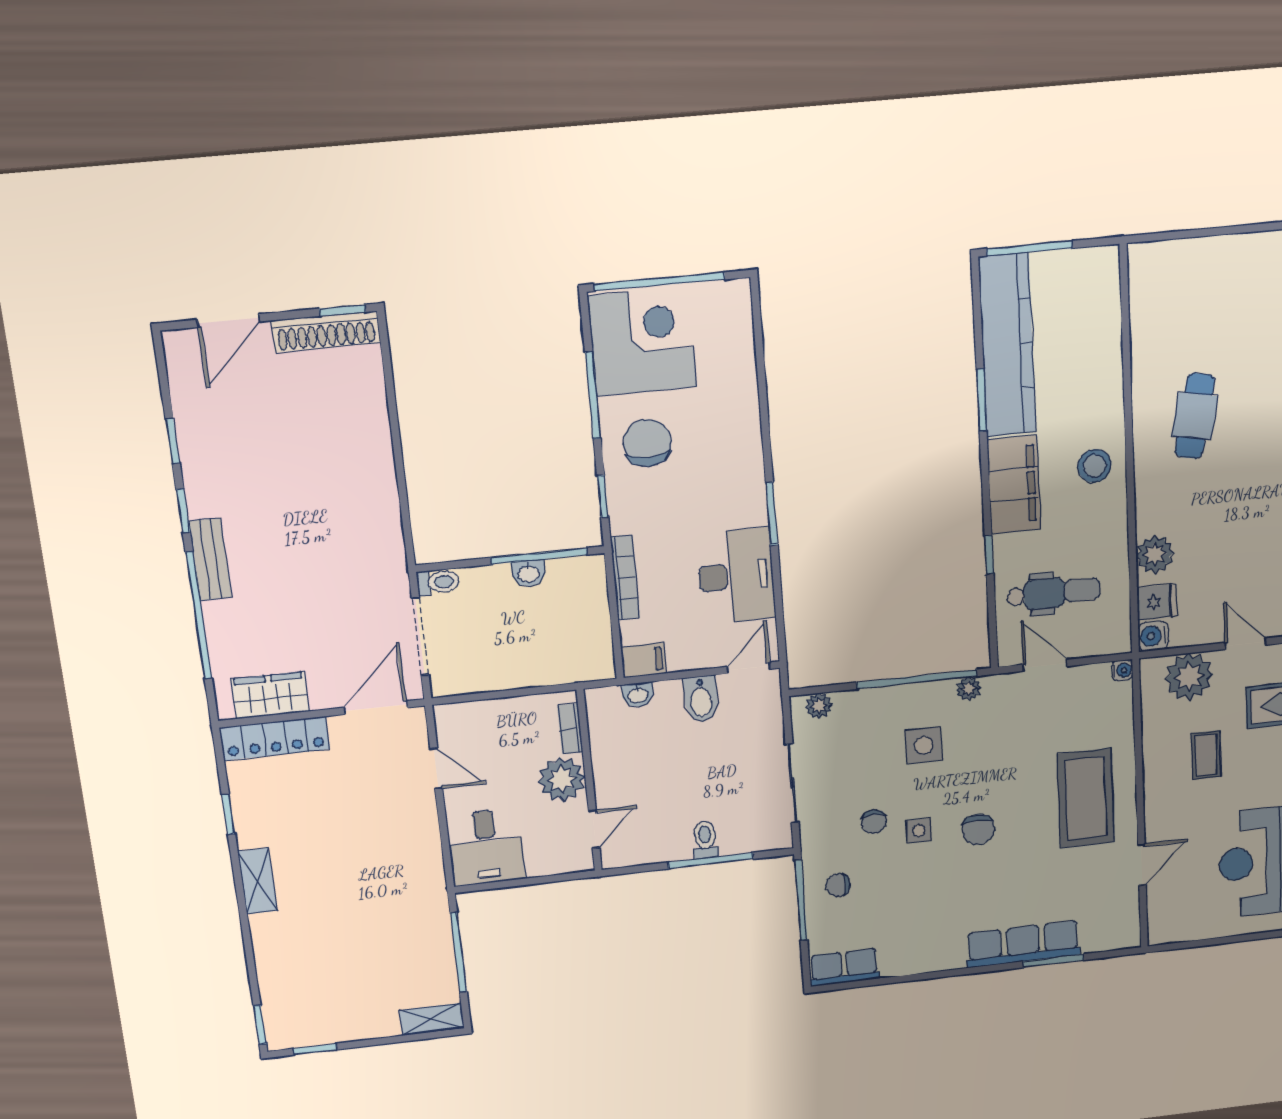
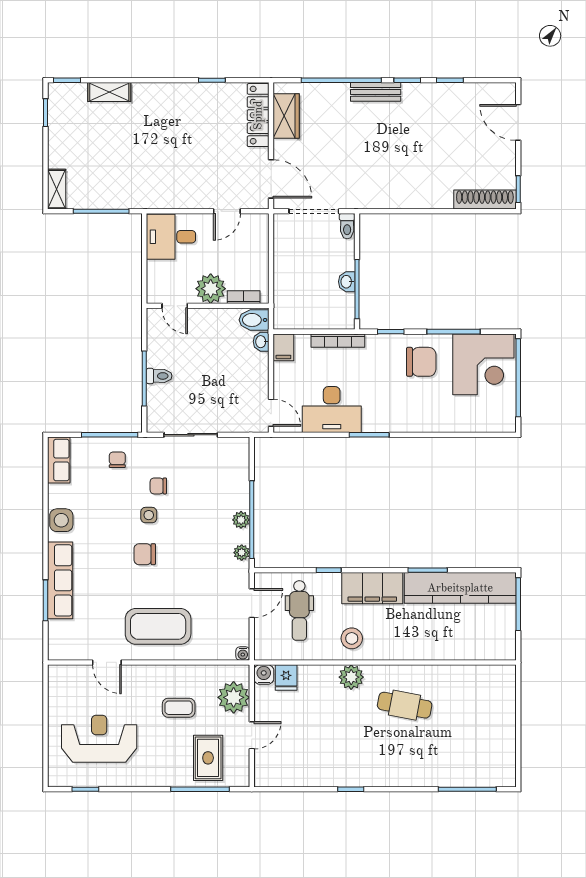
shoe rack: (326, 332) -> (485, 200), moved, turned 90
stool: (1095, 466) -> (352, 638), moved
plant: (1155, 554) -> (351, 677), moved
bidet: (701, 699) -> (254, 320), moved
plant: (819, 706) -> (241, 520), moved
side table: (924, 745) -> (61, 520), moved
shelving: (258, 881) -> (109, 92), moved

